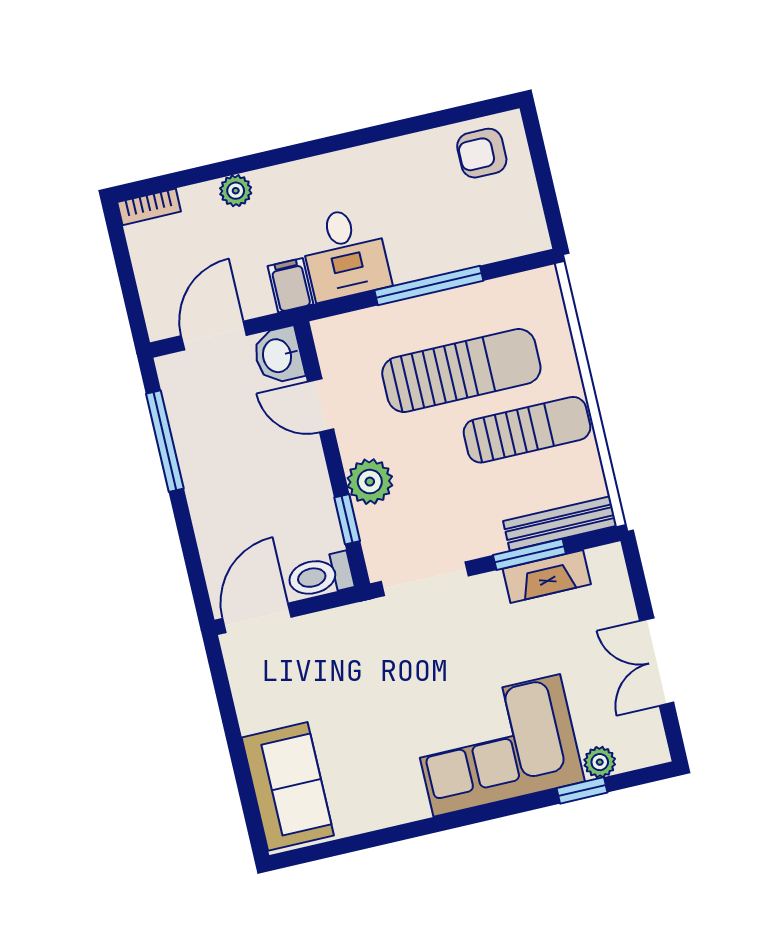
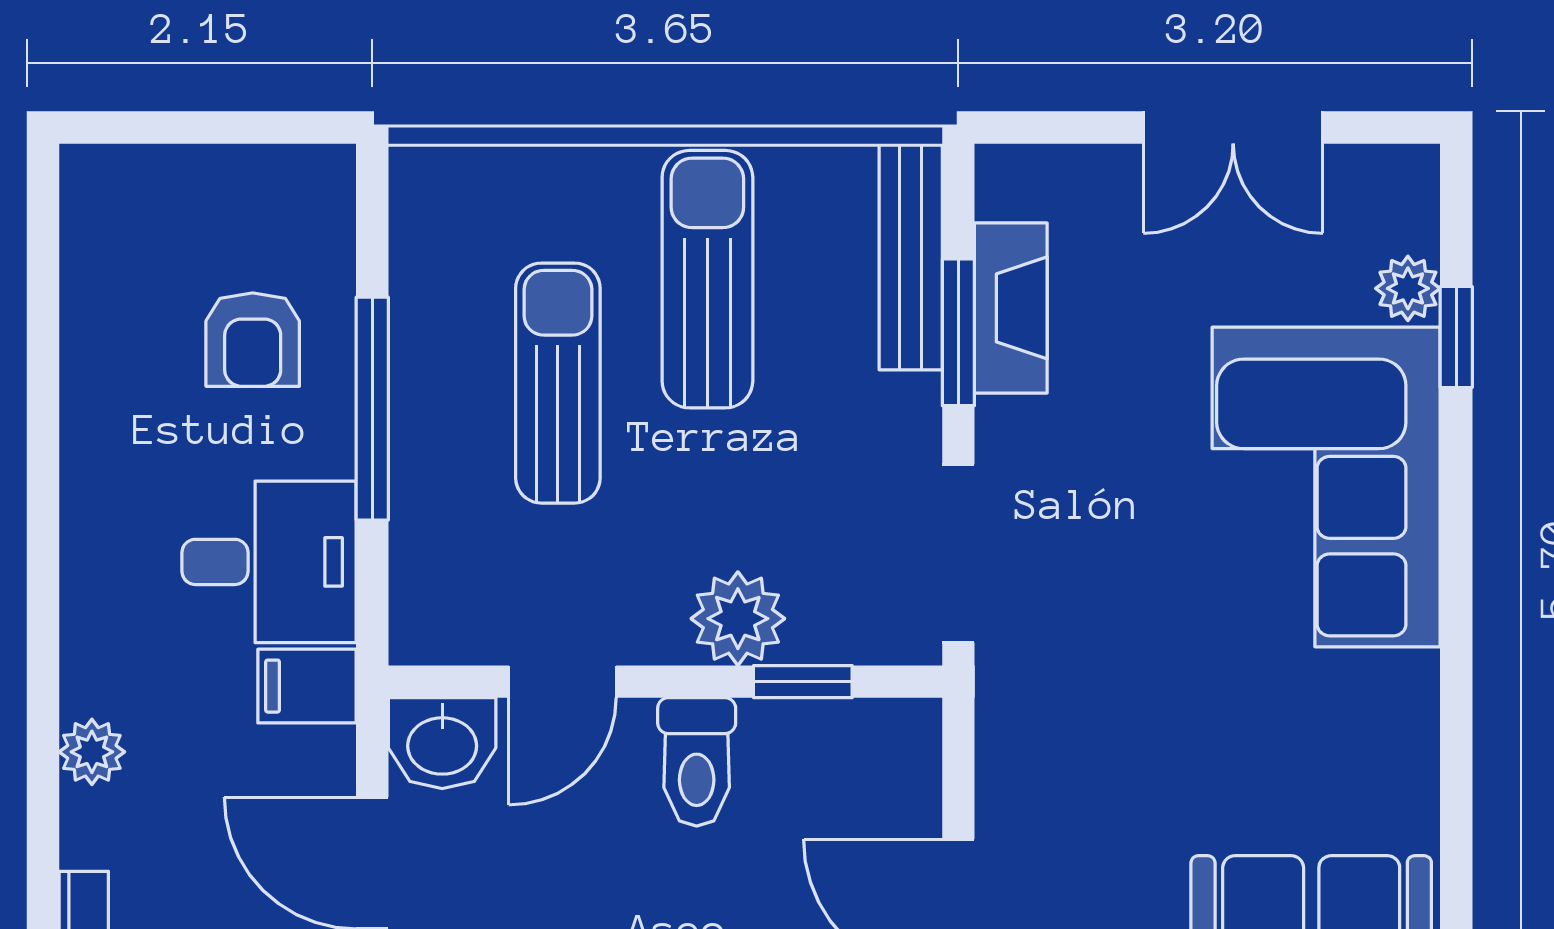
armchair: (482, 153) -> (253, 340), moved
sun lounger: (461, 371) -> (558, 383), width x0.73, depth x0.75
toilet: (320, 576) -> (697, 762), moved

